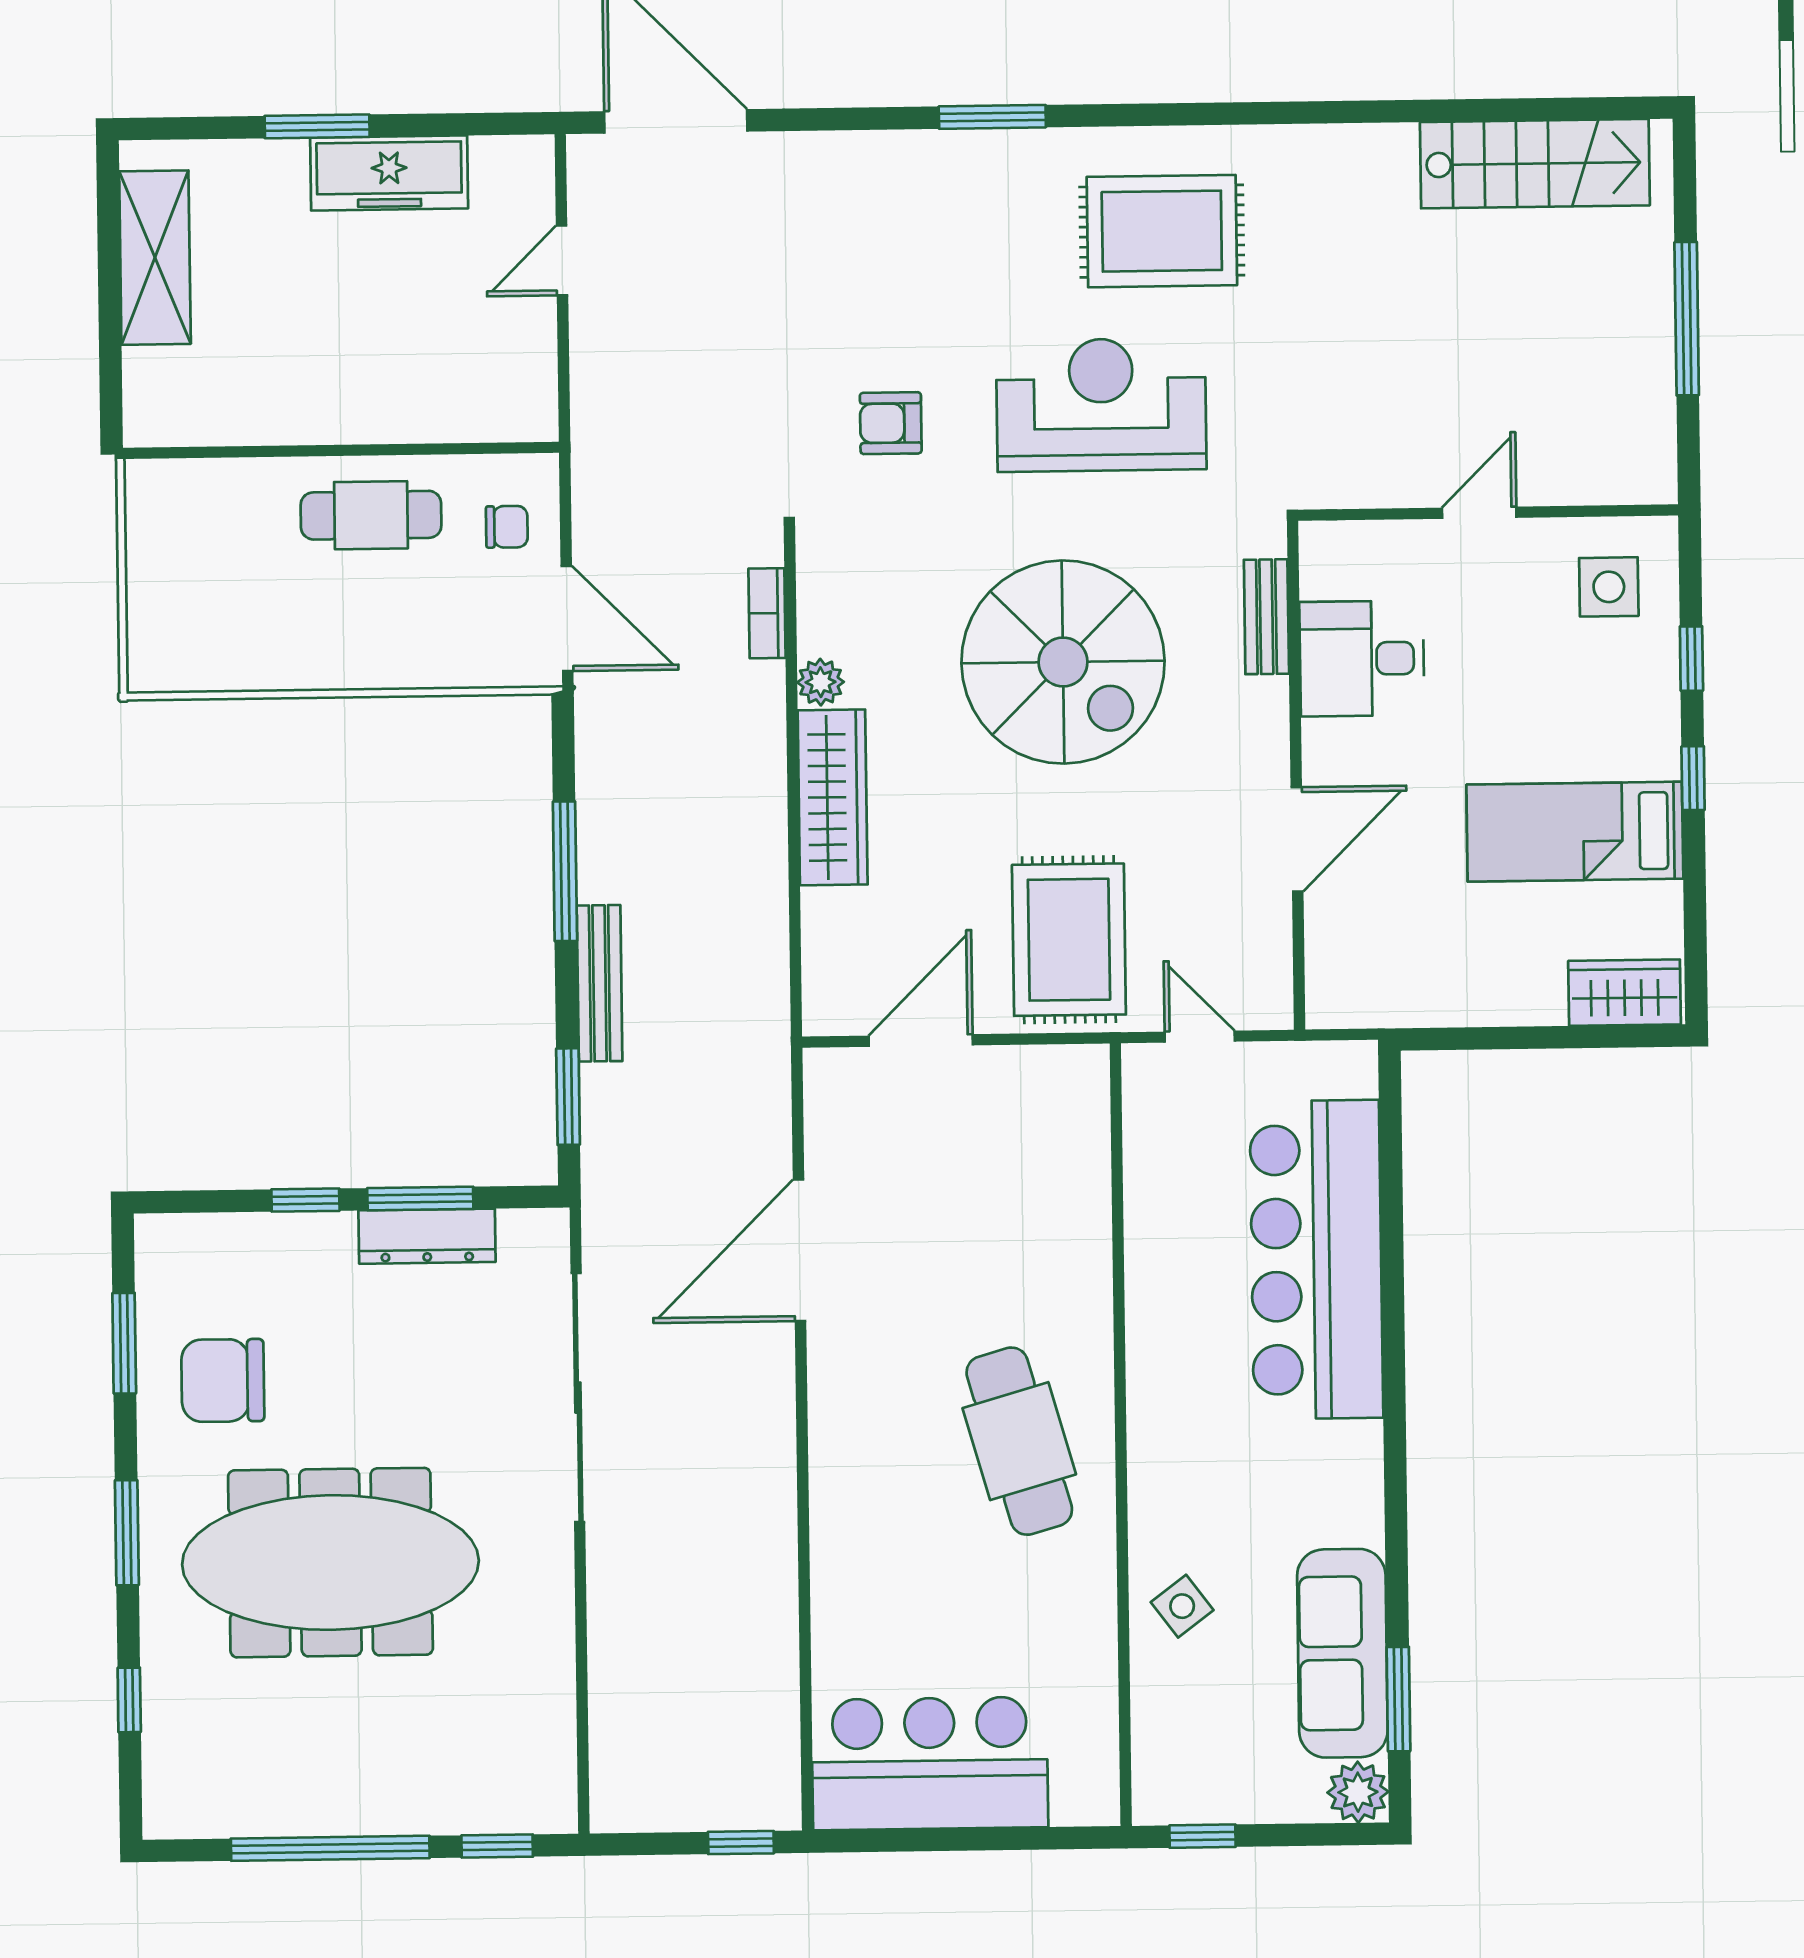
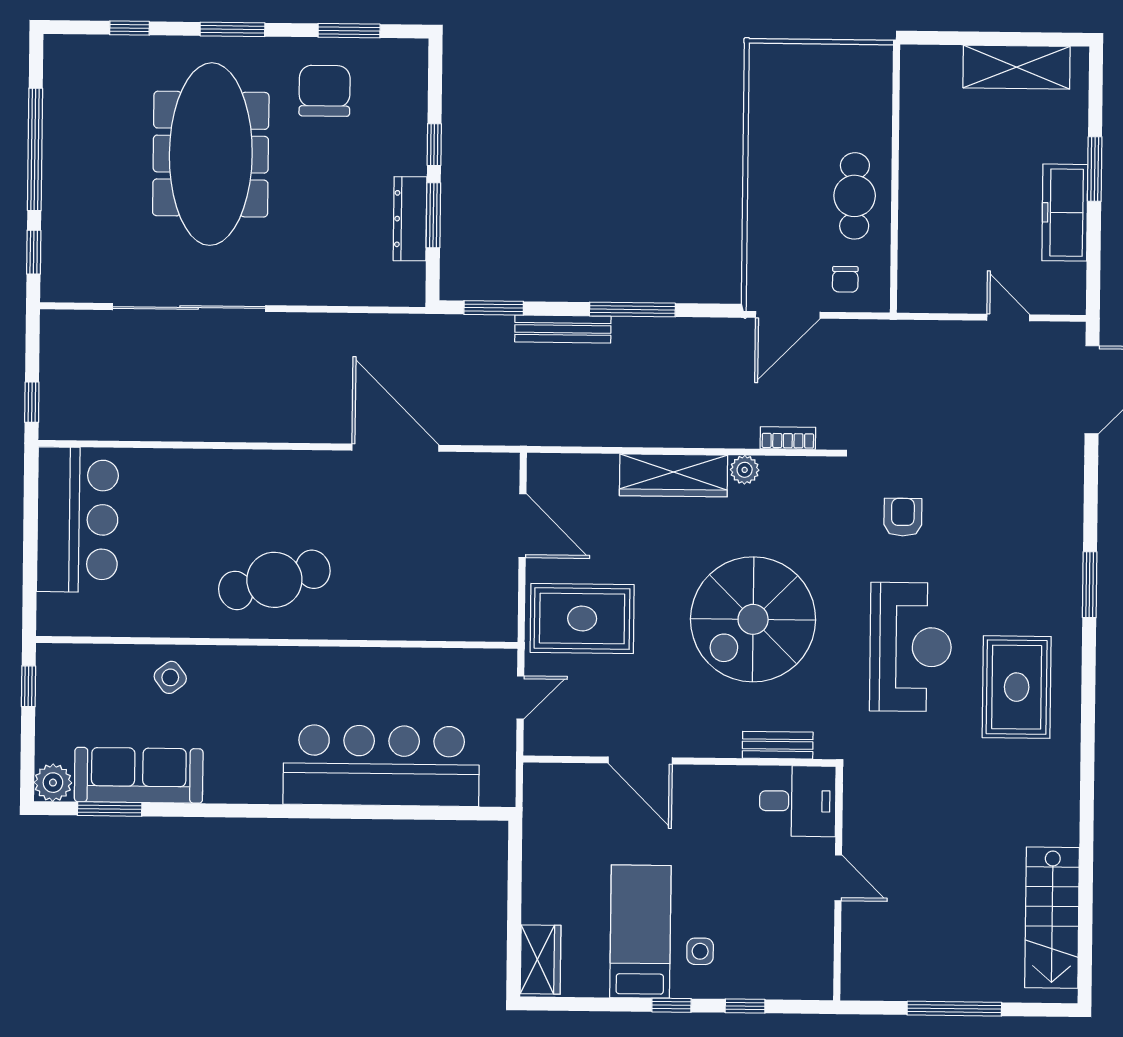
side table: (1609, 587) -> (700, 951), moved, width x0.73, depth x0.73
desk: (1362, 659) -> (798, 801), moved, turned 90
sliding door: (578, 1398) -> (189, 308), moved

